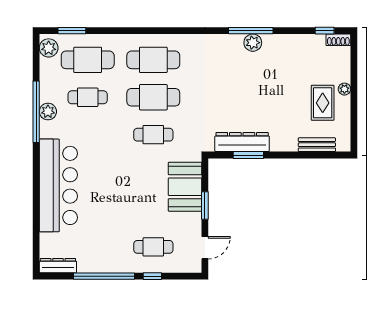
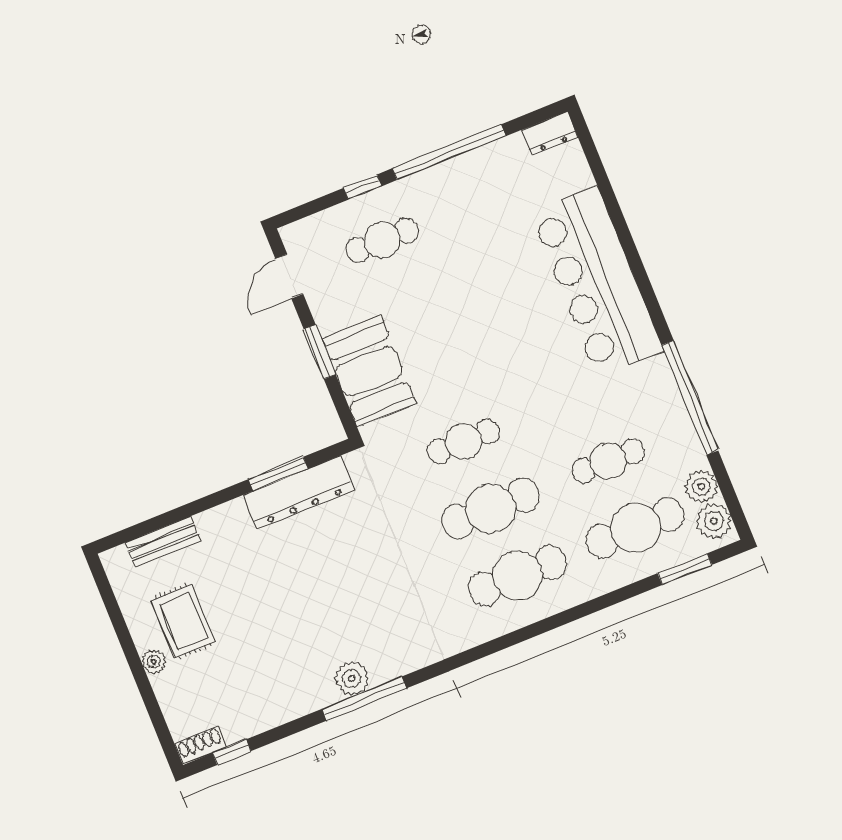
plant: (48, 112) -> (701, 486), moved
dresser: (58, 266) -> (550, 133), width x0.70

